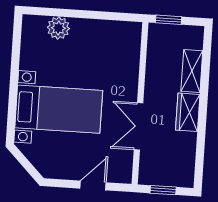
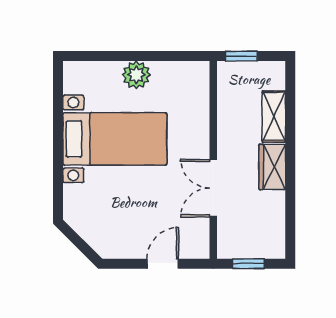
plant: (58, 28) -> (136, 75), moved
bed with nightstands: (59, 109) -> (115, 139), moved

